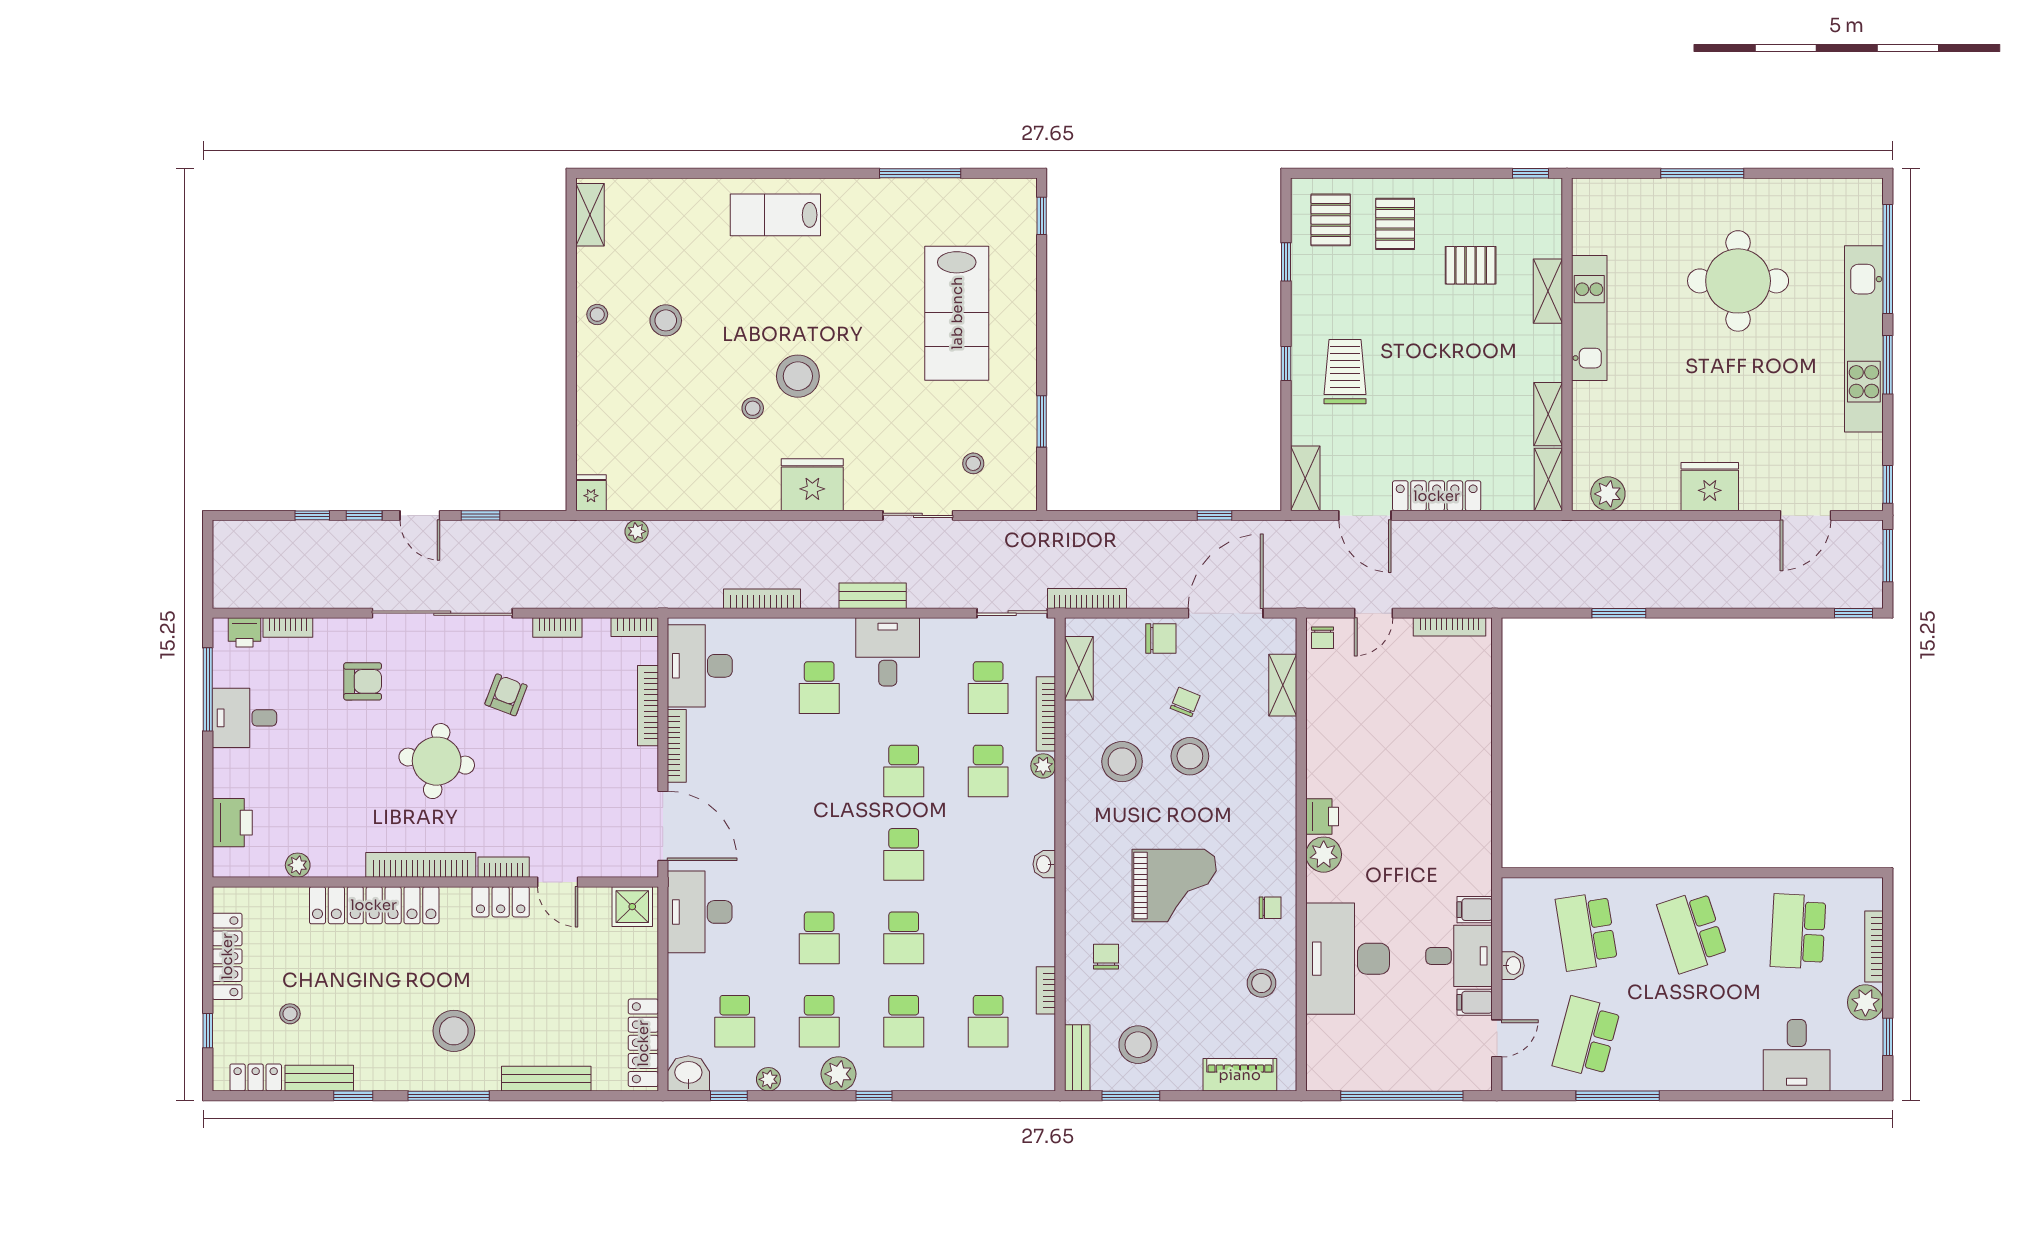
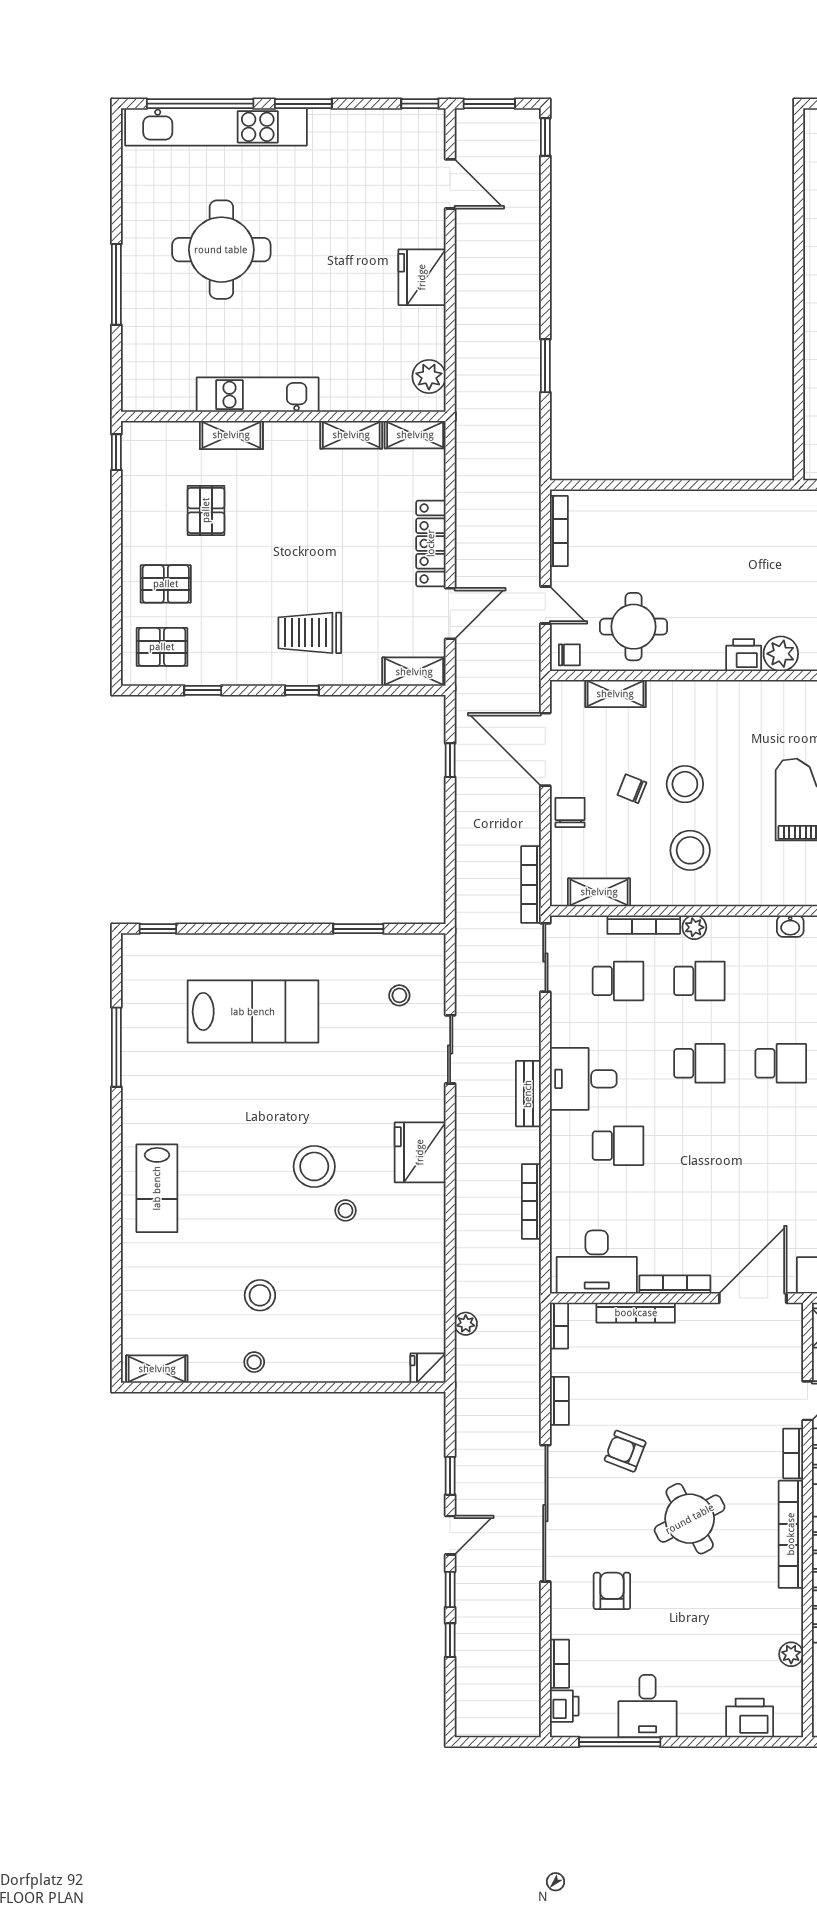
kitchen unit: (1864, 339) -> (216, 127), moved
round table: (1351, 704) -> (634, 627), added
round table: (437, 761) -> (690, 1519), turned -36

